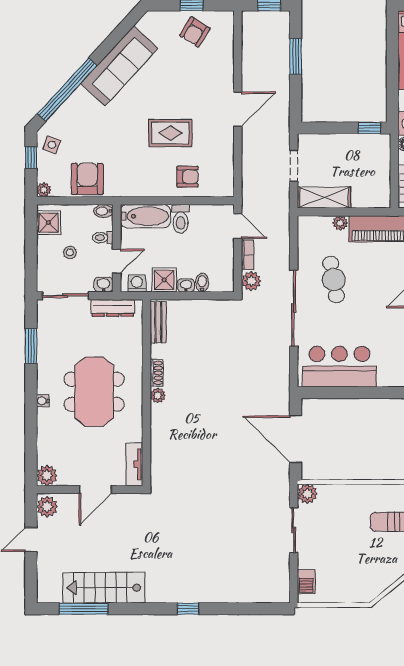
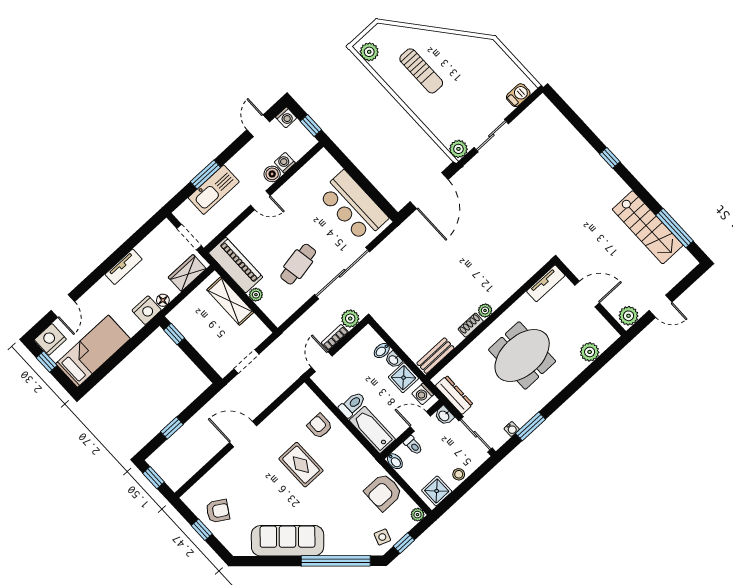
window: (296, 57) -> (172, 428), width x0.67
shelving: (324, 198) -> (230, 301), moved
stool: (70, 252) -> (459, 474), moved
water cooler: (43, 401) -> (512, 429), moved
plant: (47, 475) -> (590, 352), moved

